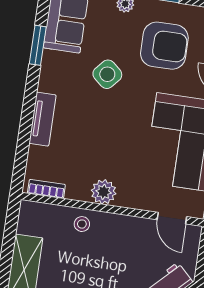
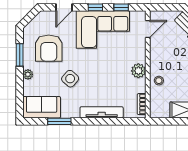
armchair: (164, 46) -> (49, 48), turned 180
tv unit: (43, 119) -> (102, 112), width x1.41

